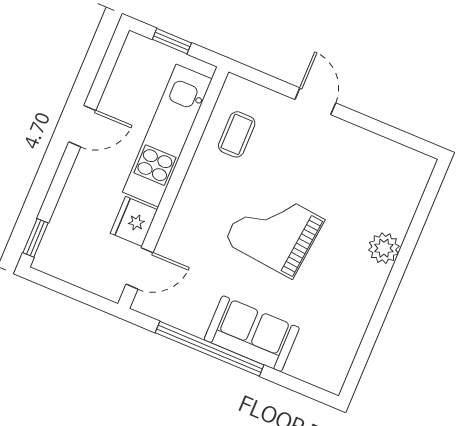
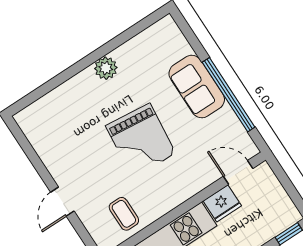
coffee table: (237, 134) -> (124, 214), turned 90
plant: (384, 248) -> (106, 68), moved

